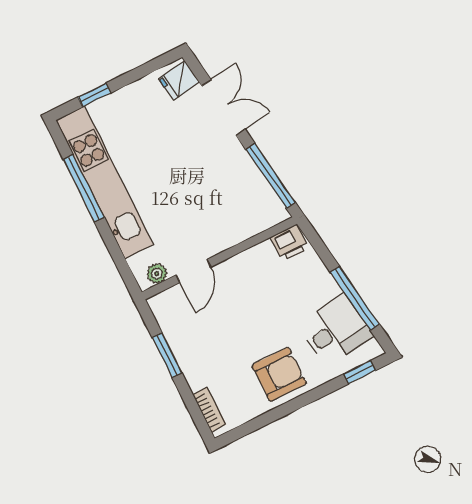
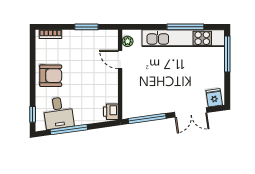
window: (94, 95) -> (227, 54), width x2.17
armchair: (279, 374) -> (51, 76), turned -90

